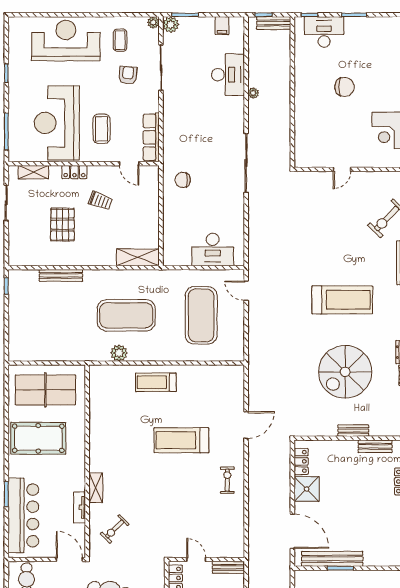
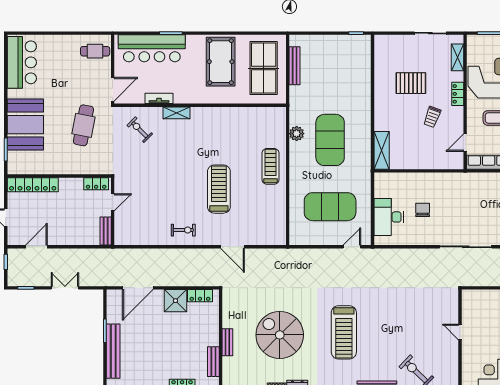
chair: (183, 180) -> (423, 210), moved
bench: (61, 275) -> (295, 66), moved
bench: (332, 559) -> (113, 351), moved

